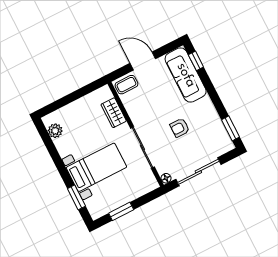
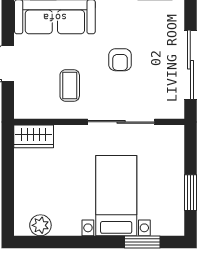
coffee table: (126, 85) -> (70, 85), moved
wardrobe: (114, 113) -> (34, 136), moved
floor lamp: (166, 178) -> (177, 112), removed

